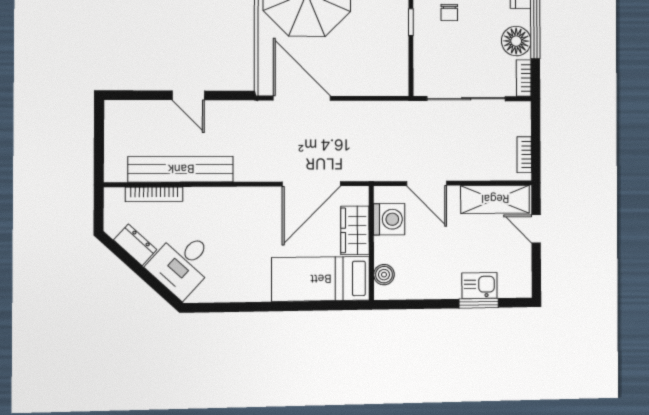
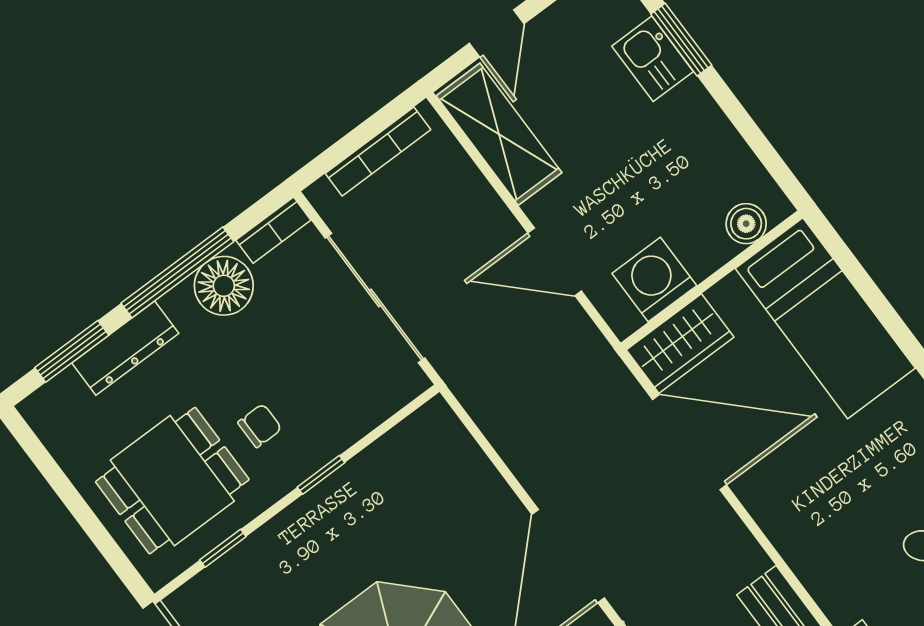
bookcase: (524, 155) -> (378, 151), width x1.56
door: (427, 183) -> (555, 262), swing flipped
wardrobe: (355, 230) -> (680, 344), moved

